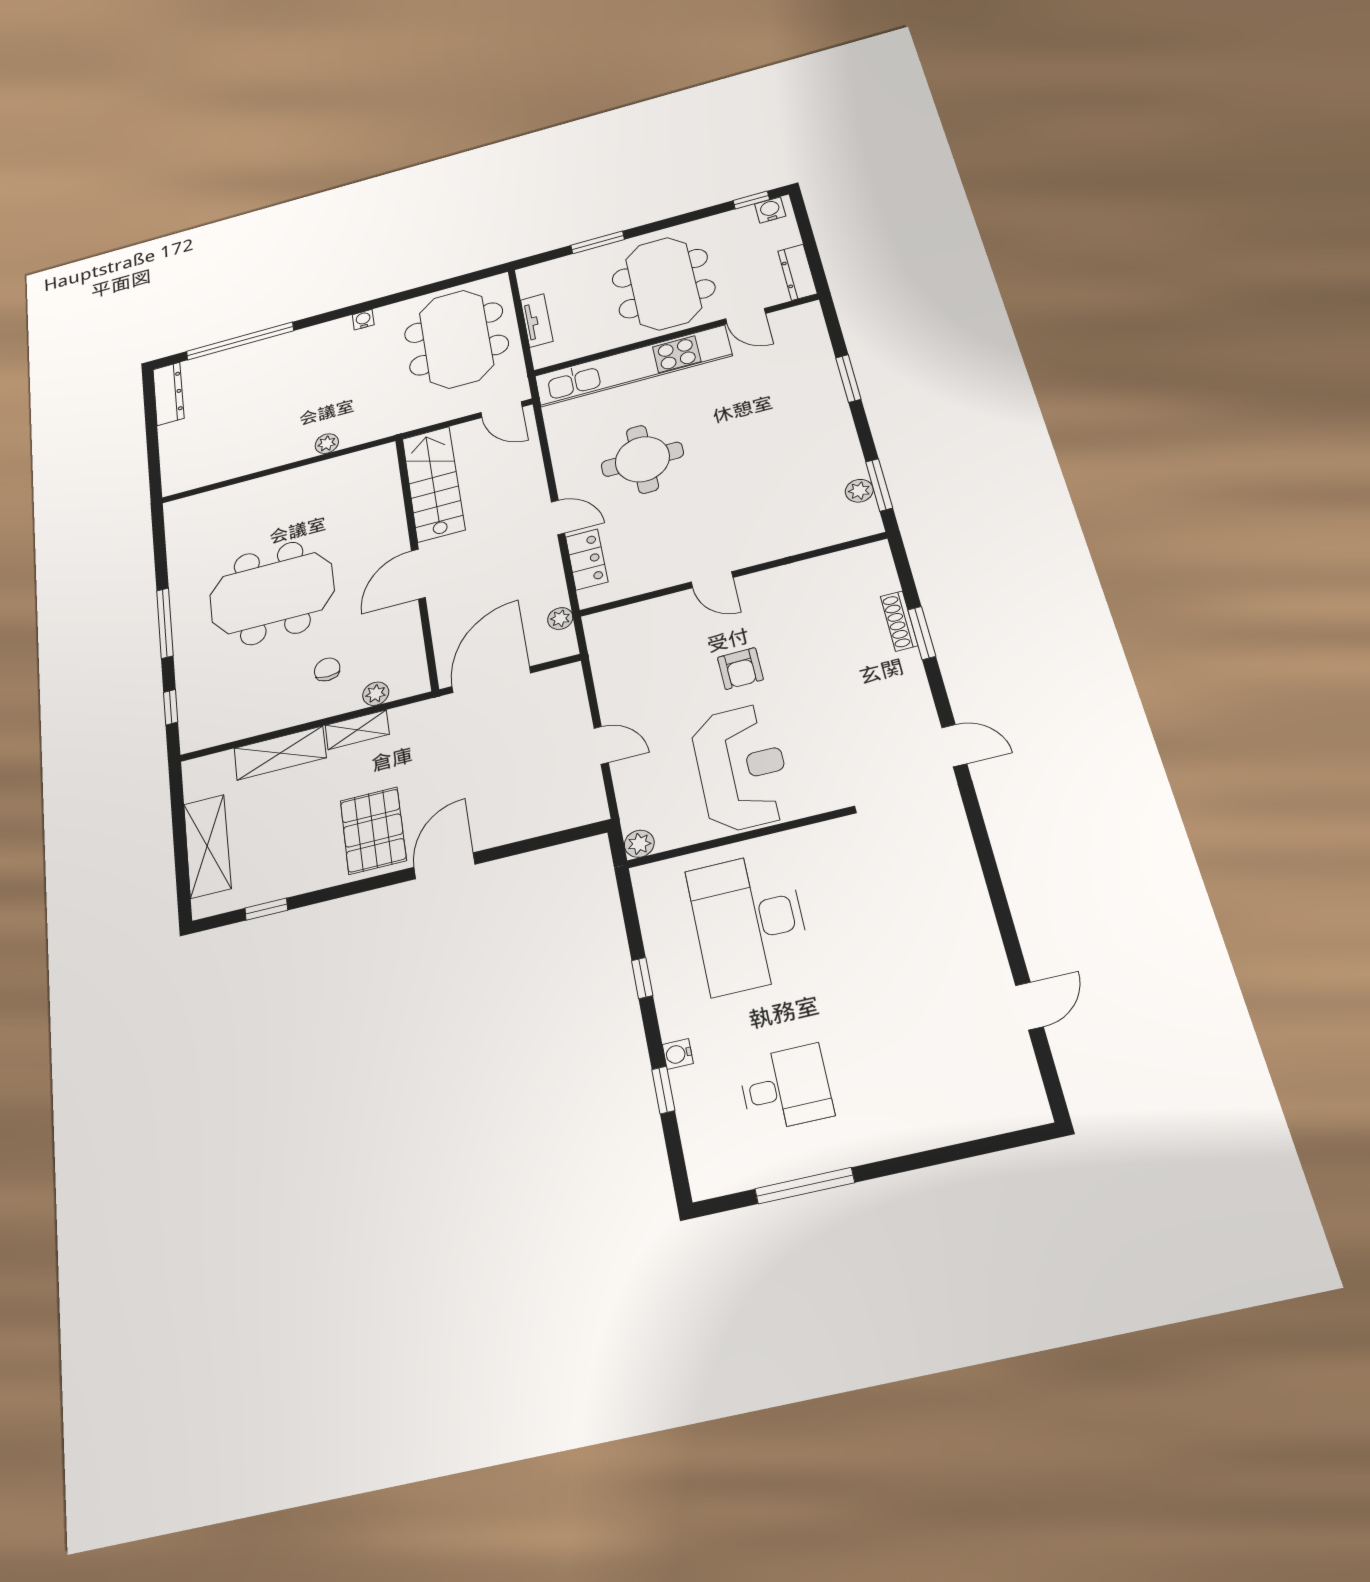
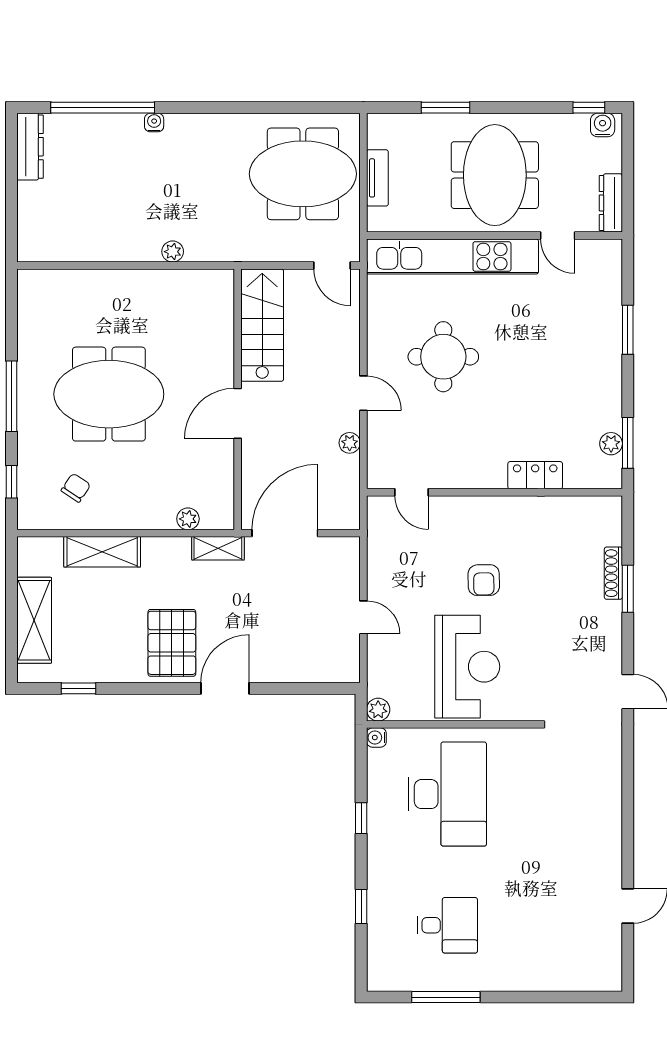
water cooler: (363, 320) -> (154, 123), moved
meeting table: (456, 339) -> (303, 174), turned 90
locker: (587, 559) -> (535, 475), moved, turned -90
door: (712, 580) -> (412, 492), moved
plant: (560, 619) -> (350, 443), moved
chair: (327, 669) -> (76, 488), moved, turned 34
shelving: (357, 730) -> (218, 548), moved
desk: (749, 922) -> (447, 794), turned 180
water cooler: (678, 1054) -> (376, 738), moved

